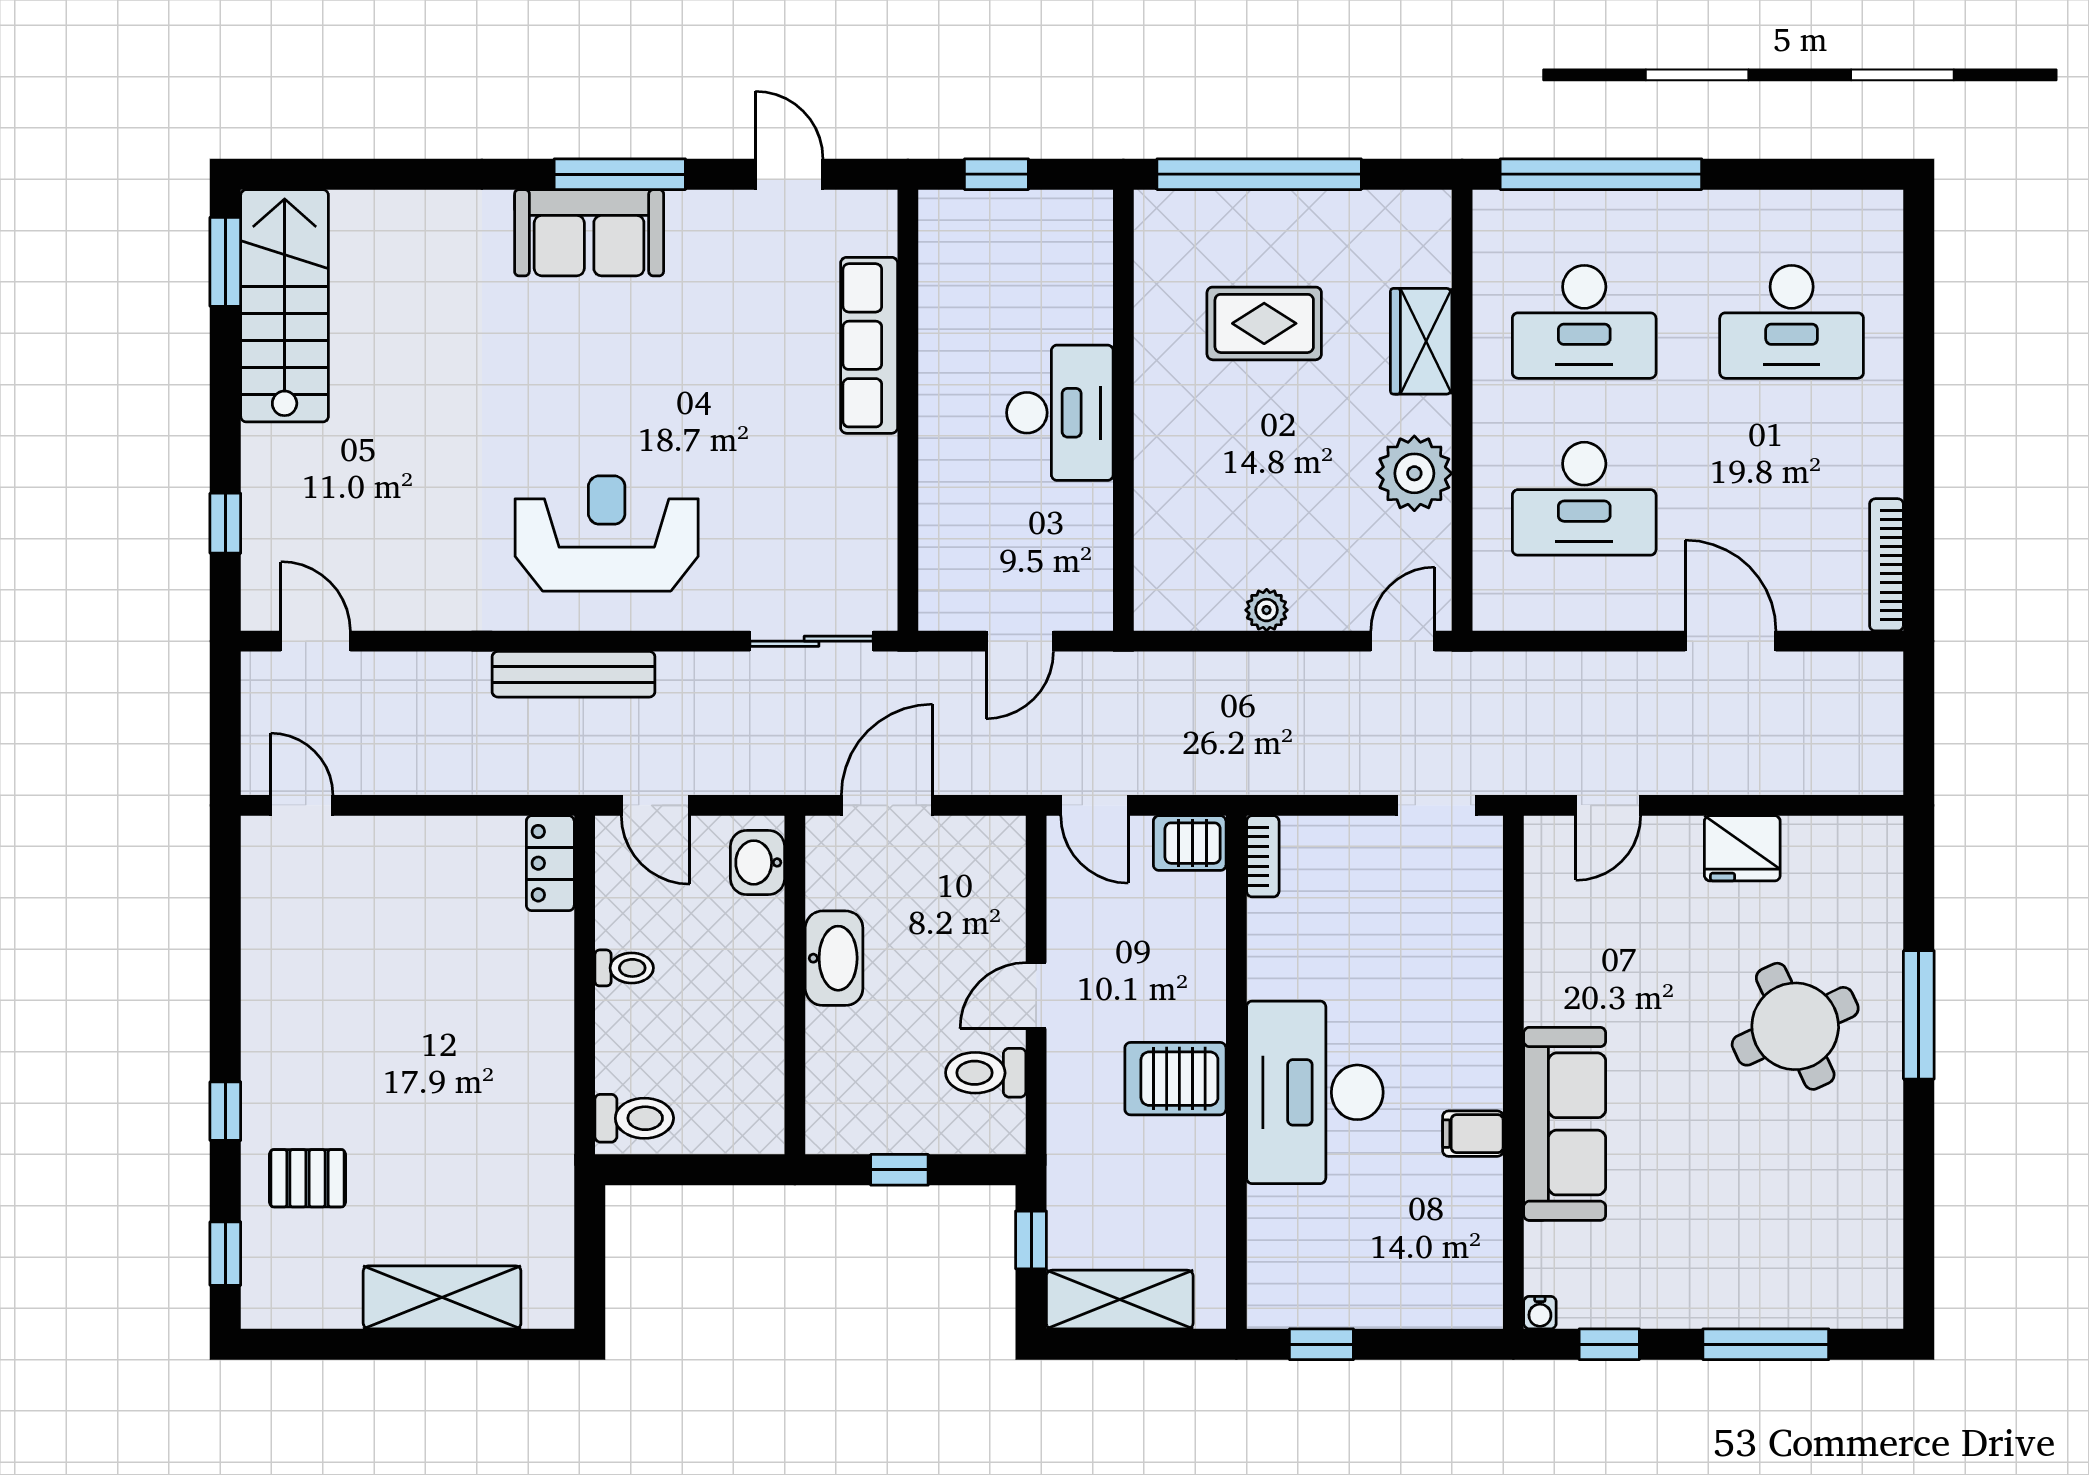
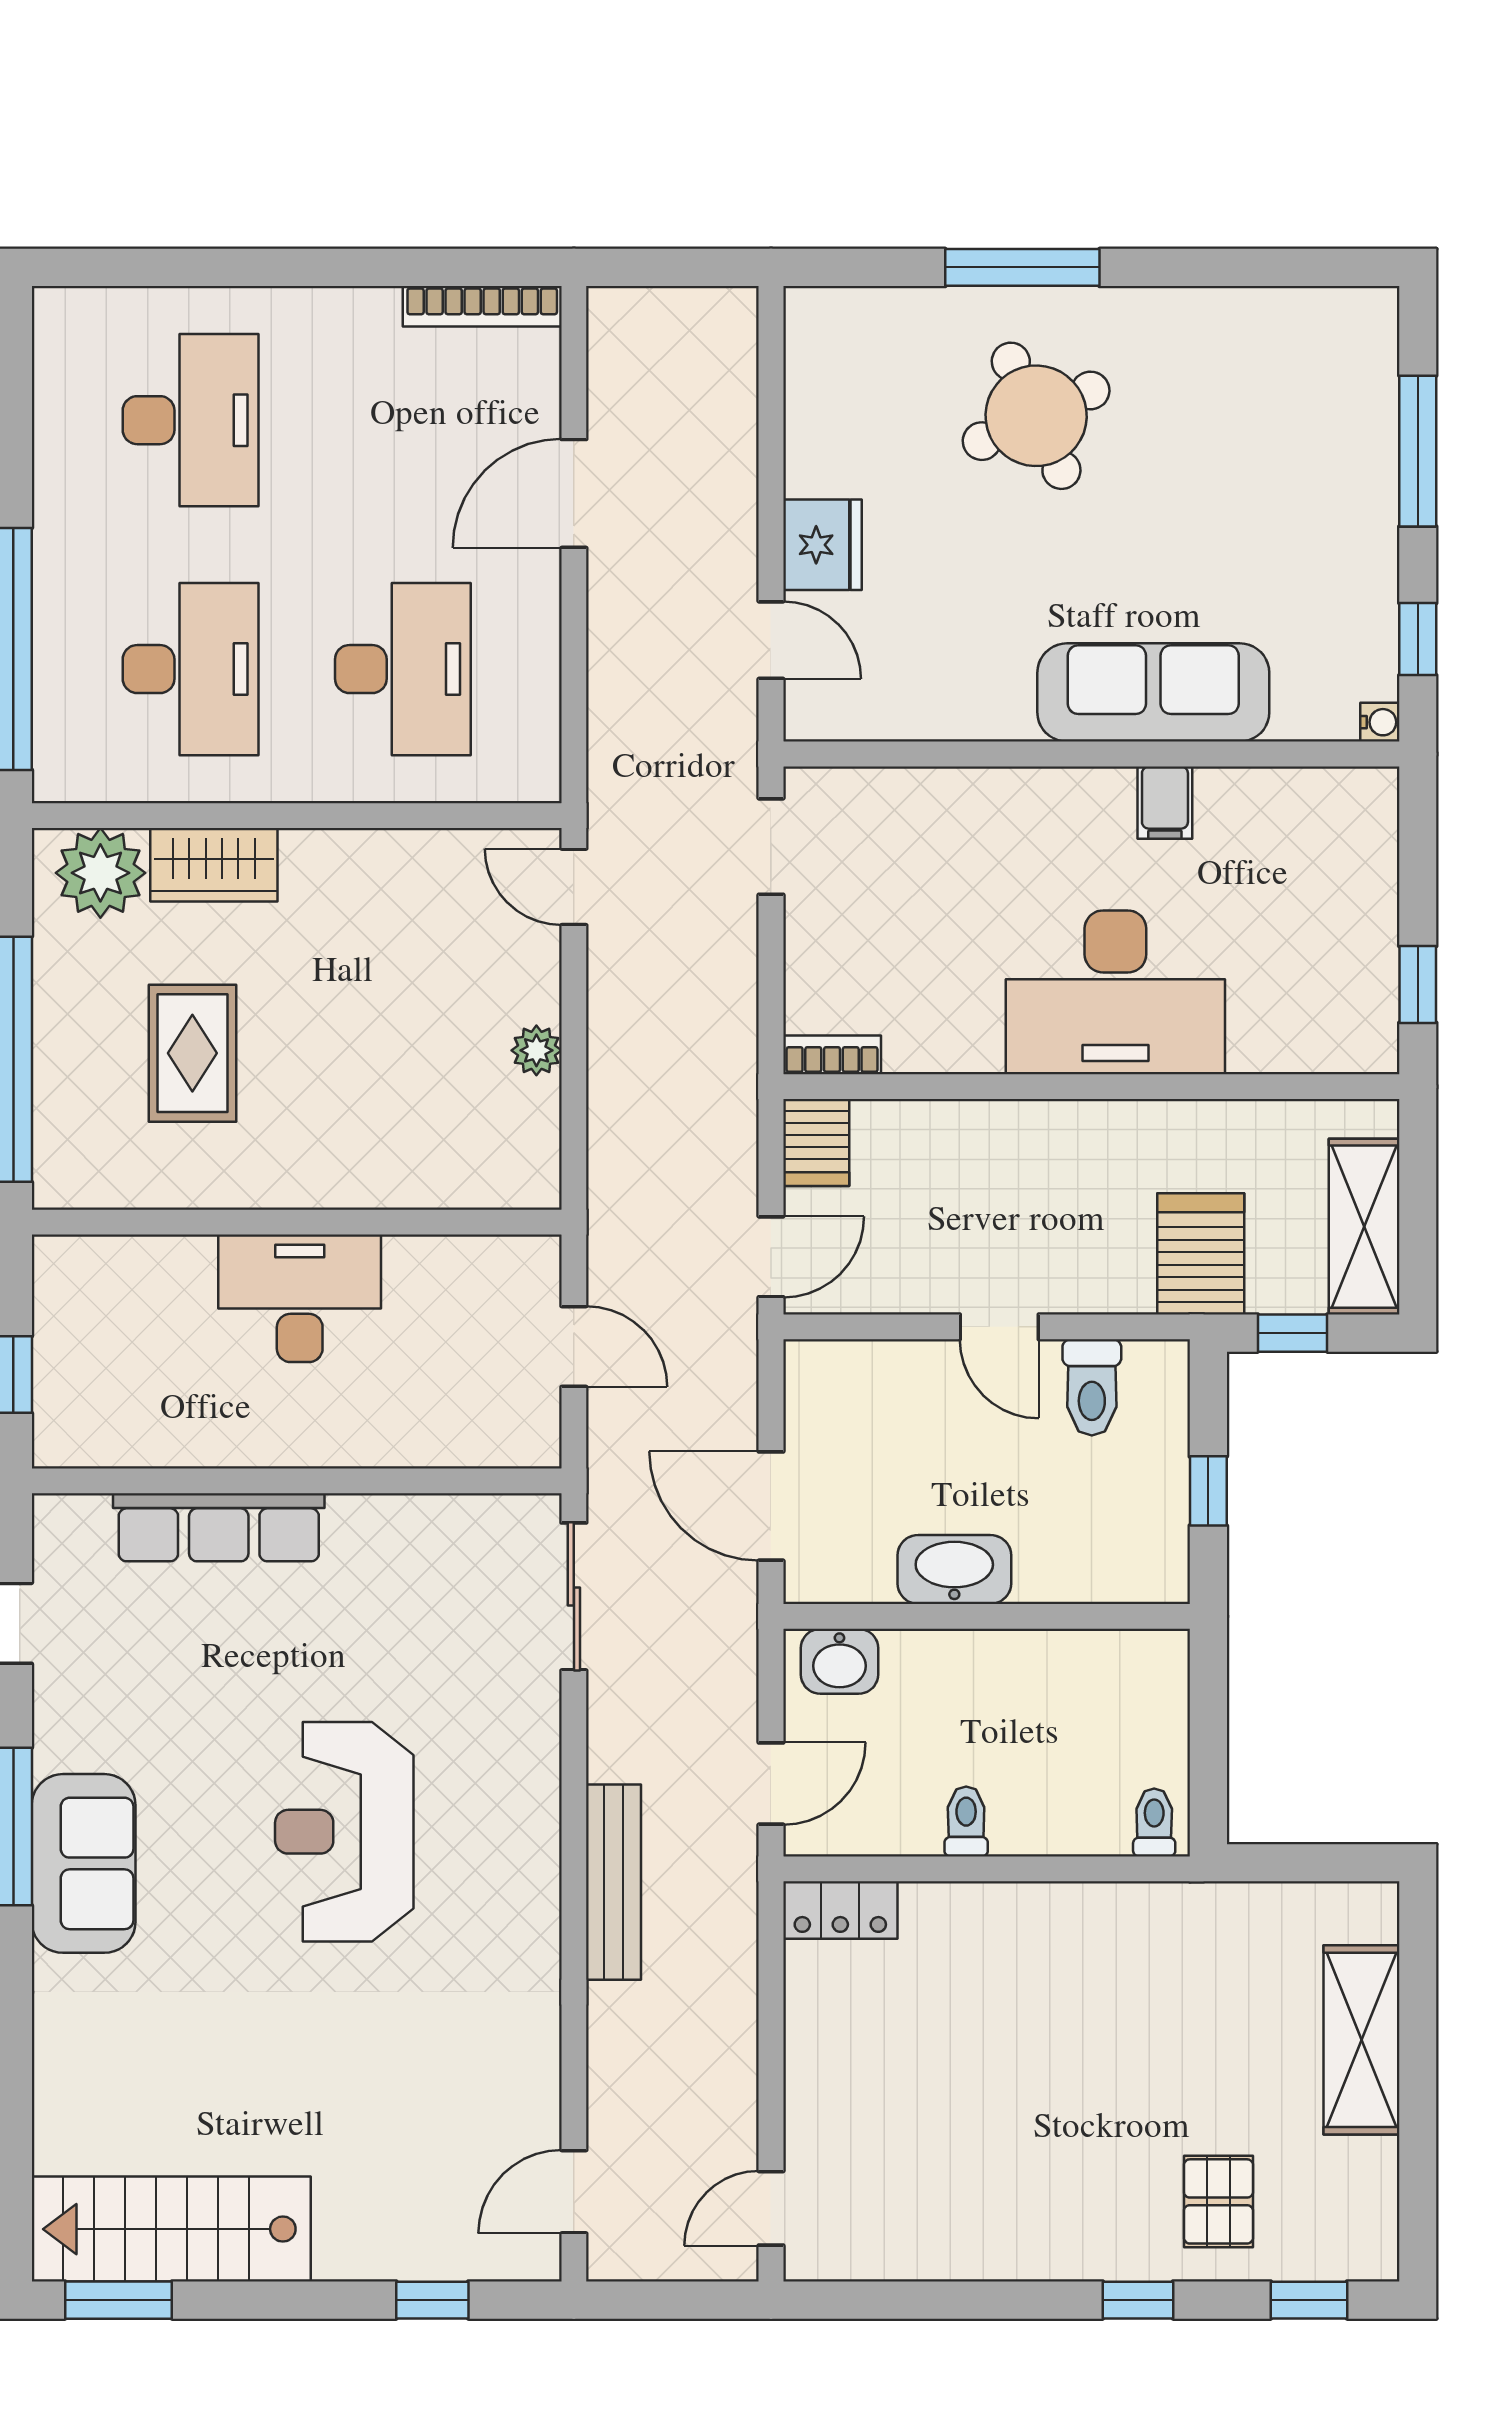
plant: (1414, 473) -> (100, 873), moved
reception desk: (607, 533) -> (344, 1832), moved
fridge: (1742, 848) -> (822, 545), moved
server rack: (1175, 1079) -> (1201, 1254), moved, turned 180
toilet: (634, 1118) -> (1154, 1823), width x0.73, depth x0.72

